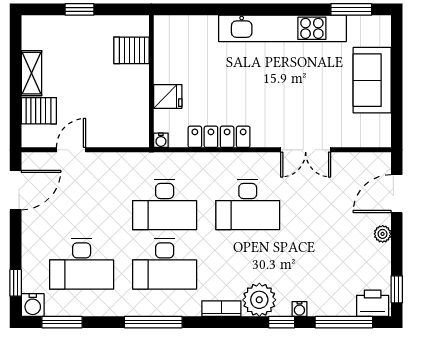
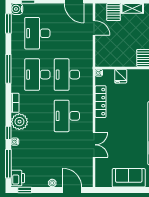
double door: (306, 150) -> (94, 145), swing flipped

